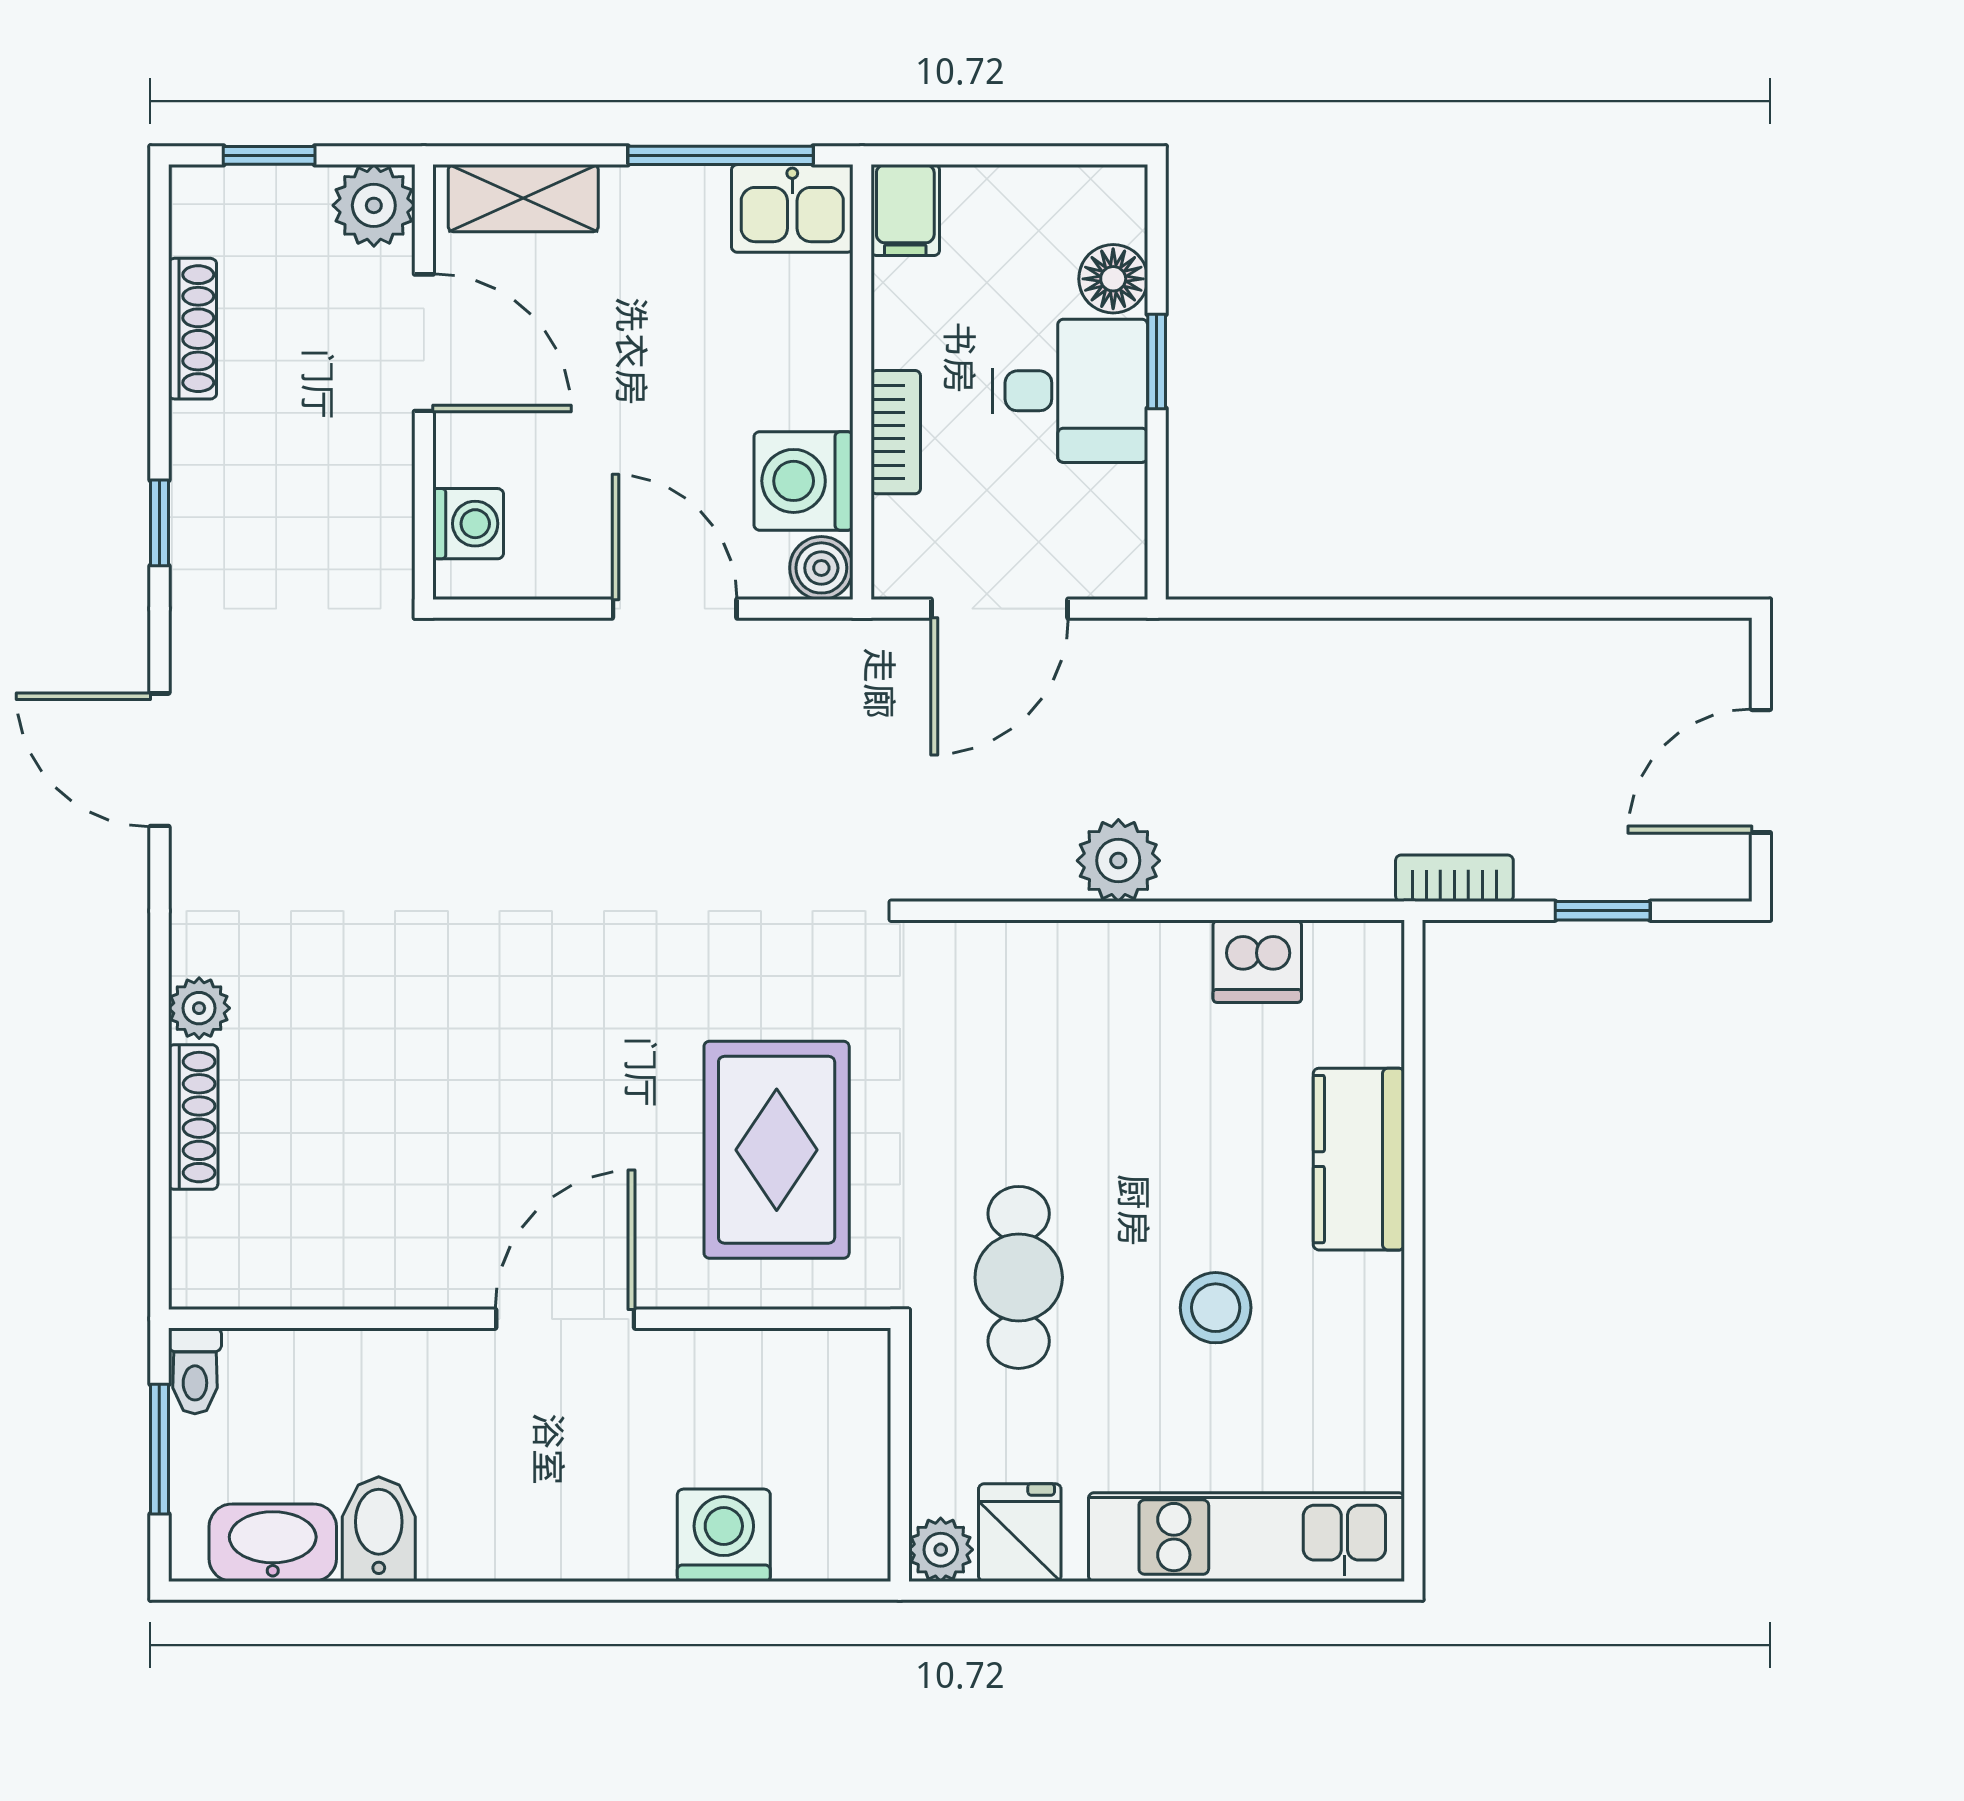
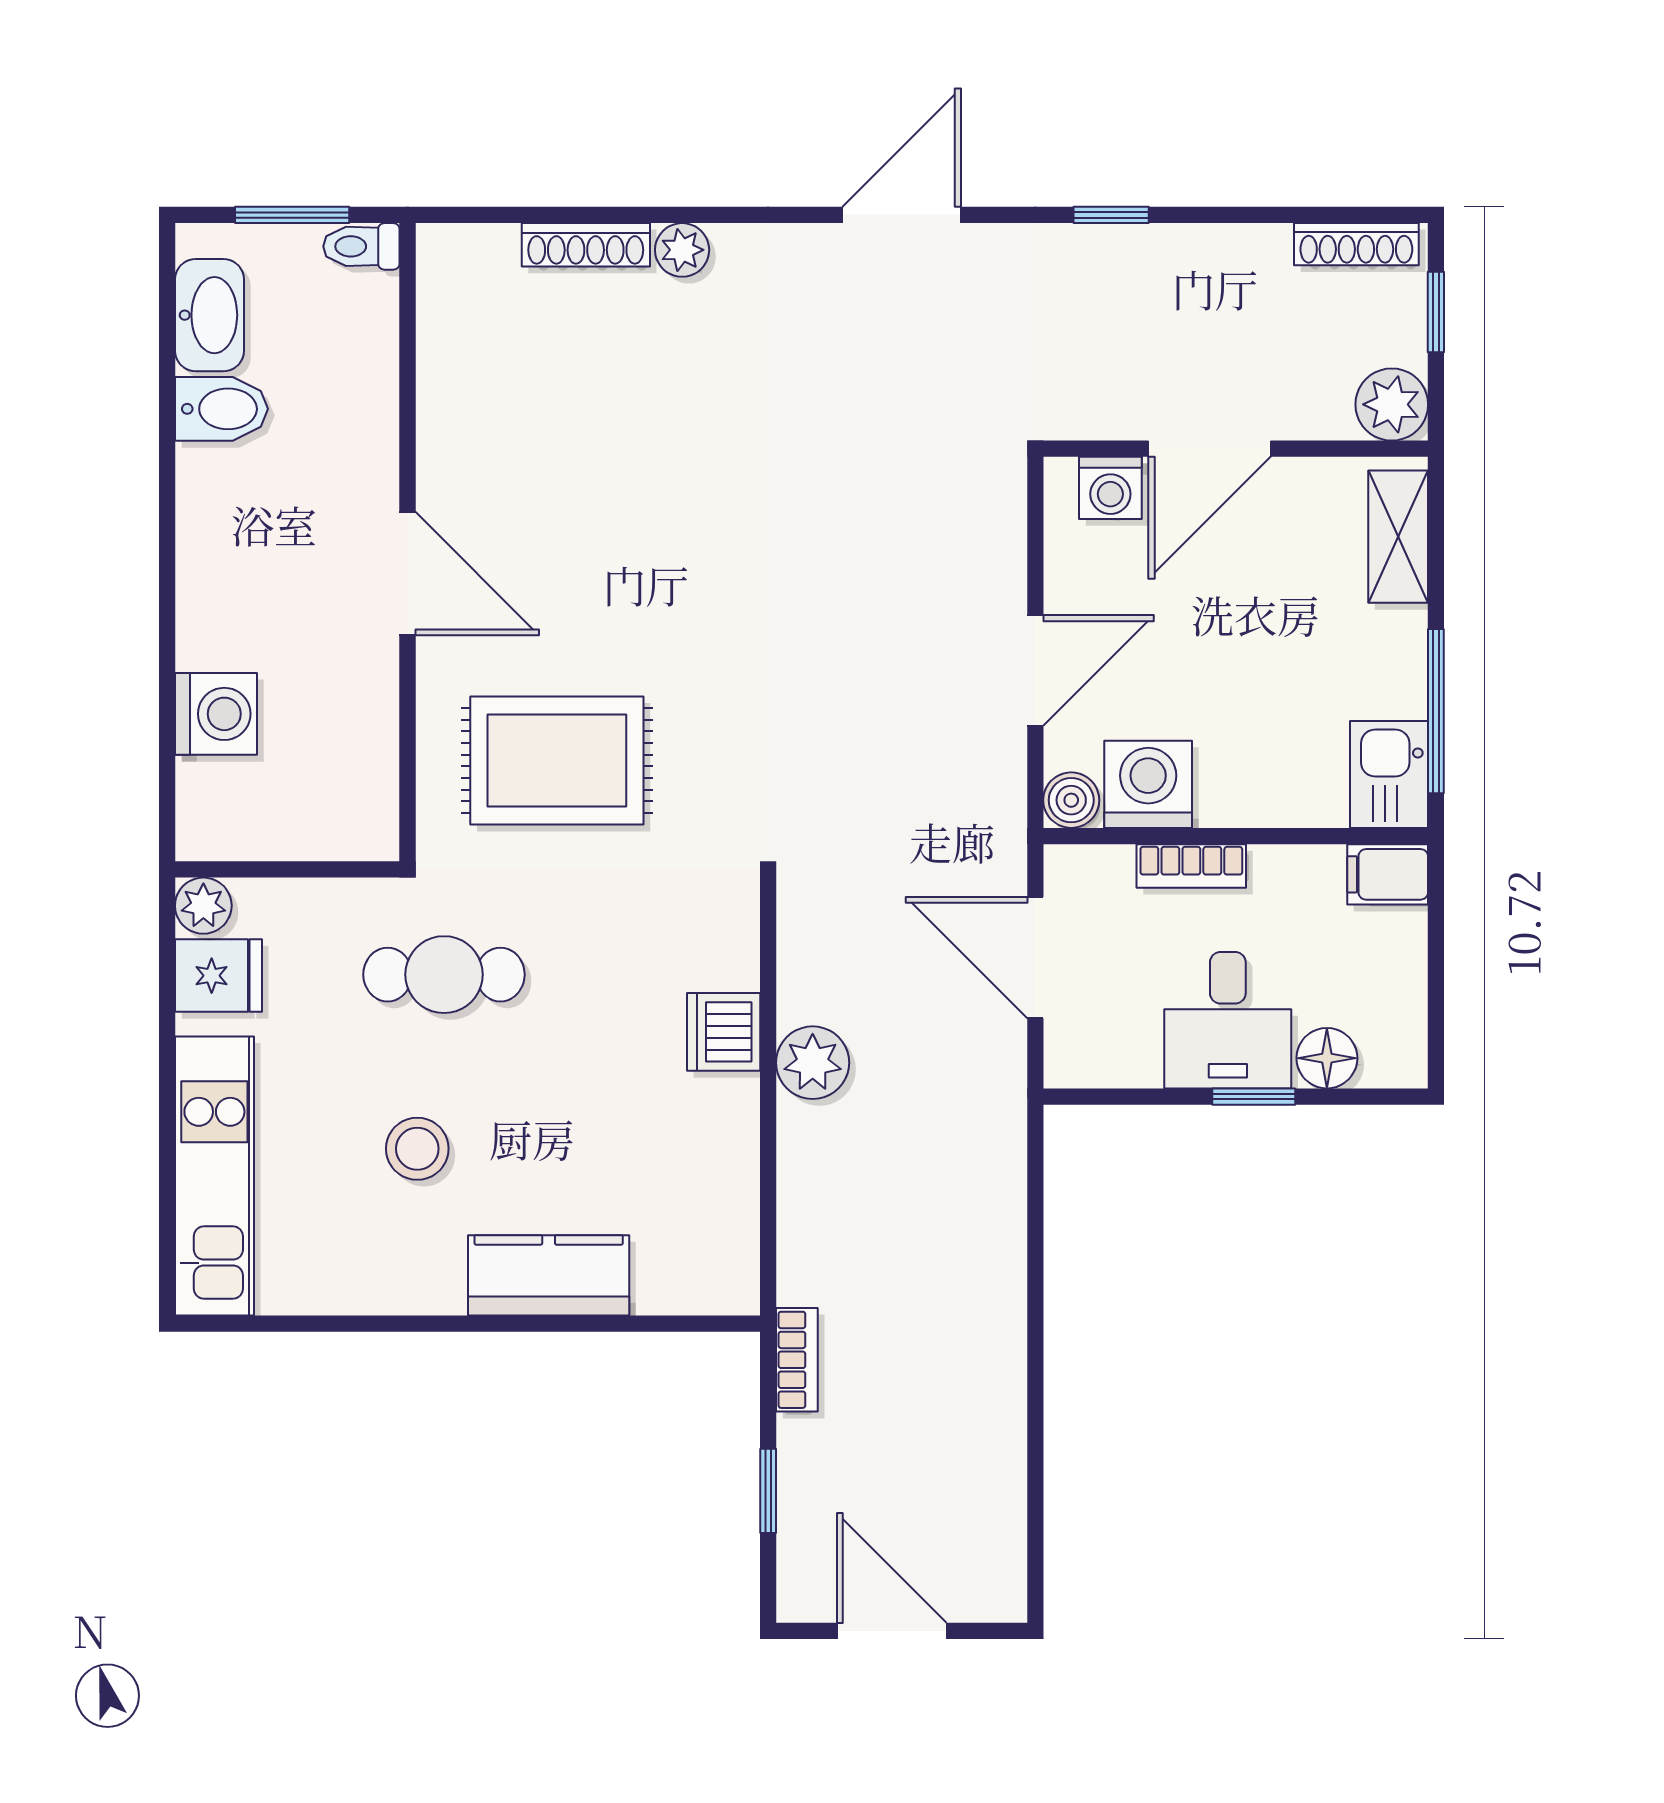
shoe rack: (192, 329) -> (1356, 244), moved
door: (424, 343) -> (1210, 449), moved
dishwasher: (1257, 961) -> (724, 1032), moved

